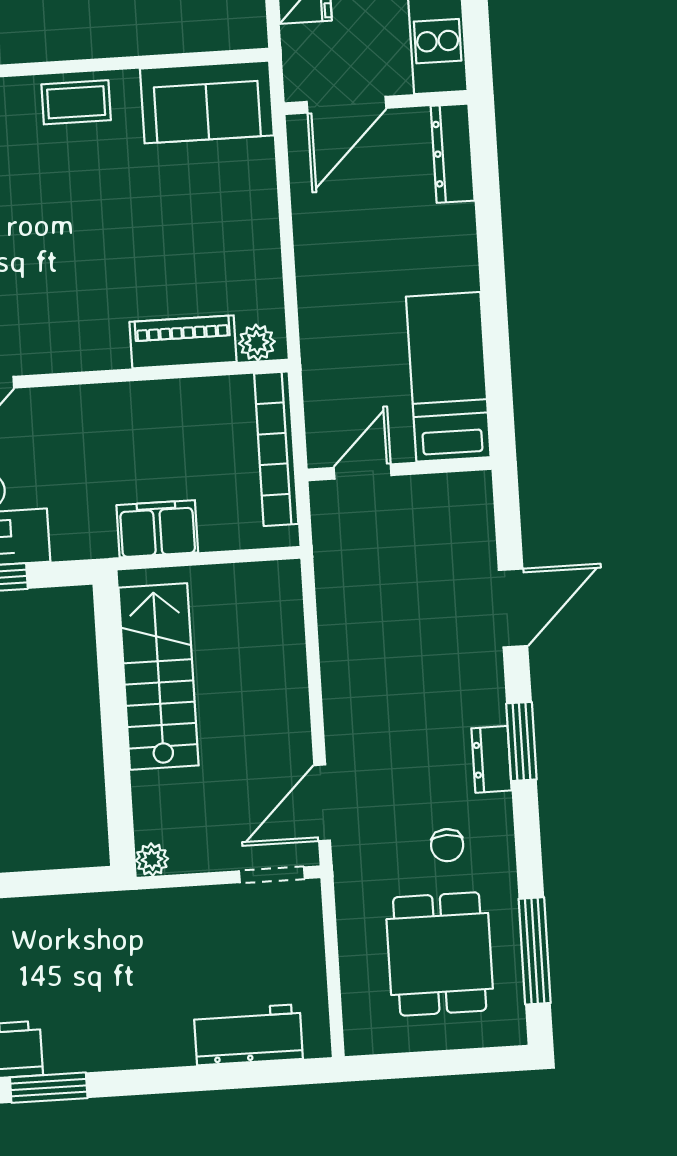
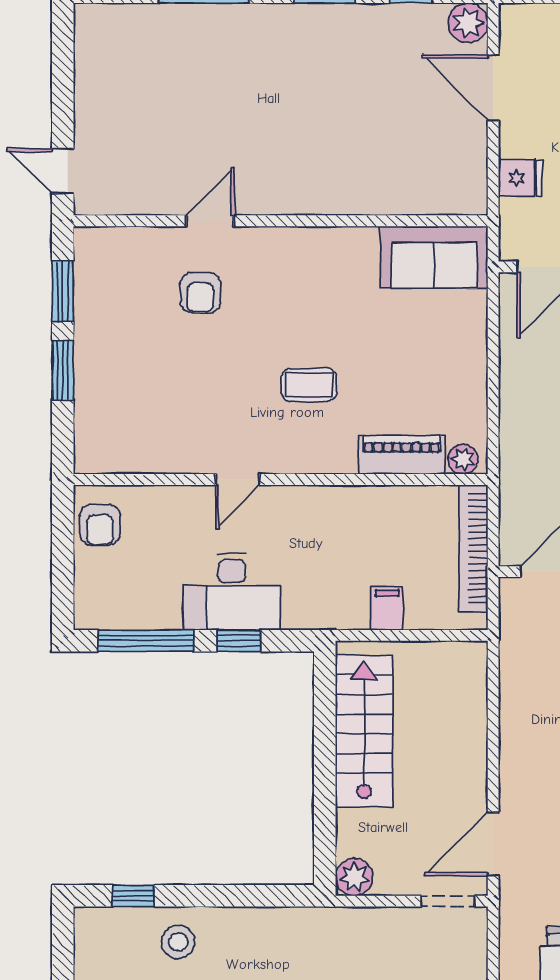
coffee table: (76, 102) -> (309, 385), moved
filing cabinet: (157, 529) -> (387, 608), width x0.50
plant: (152, 860) -> (354, 877), width x1.38, depth x1.38

